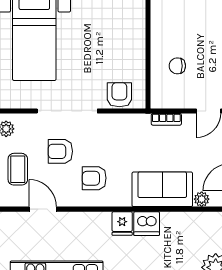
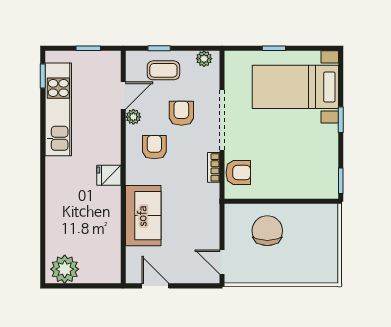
chair: (177, 66) -> (267, 231), width x1.87, depth x1.87
bookcase: (166, 119) -> (214, 167), moved
plant: (202, 199) -> (133, 117), moved
dishwasher: (147, 224) -> (109, 200), removed

